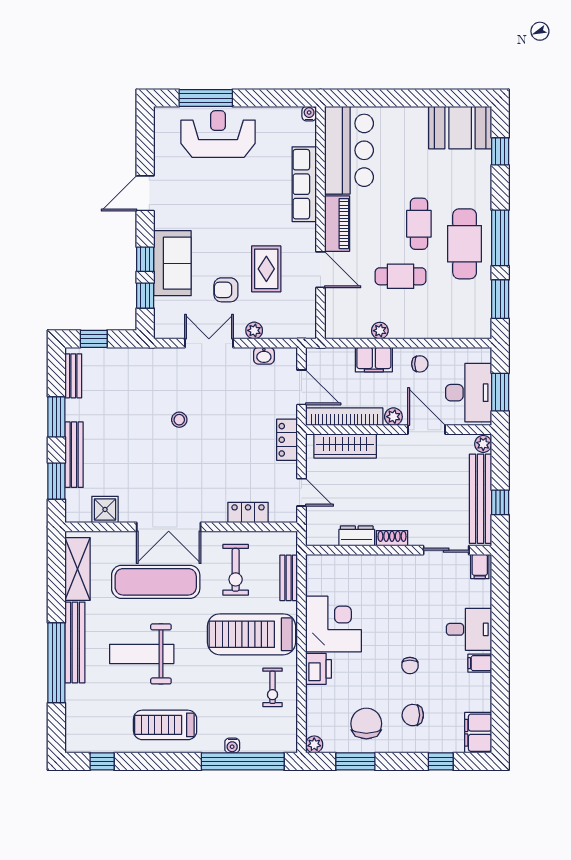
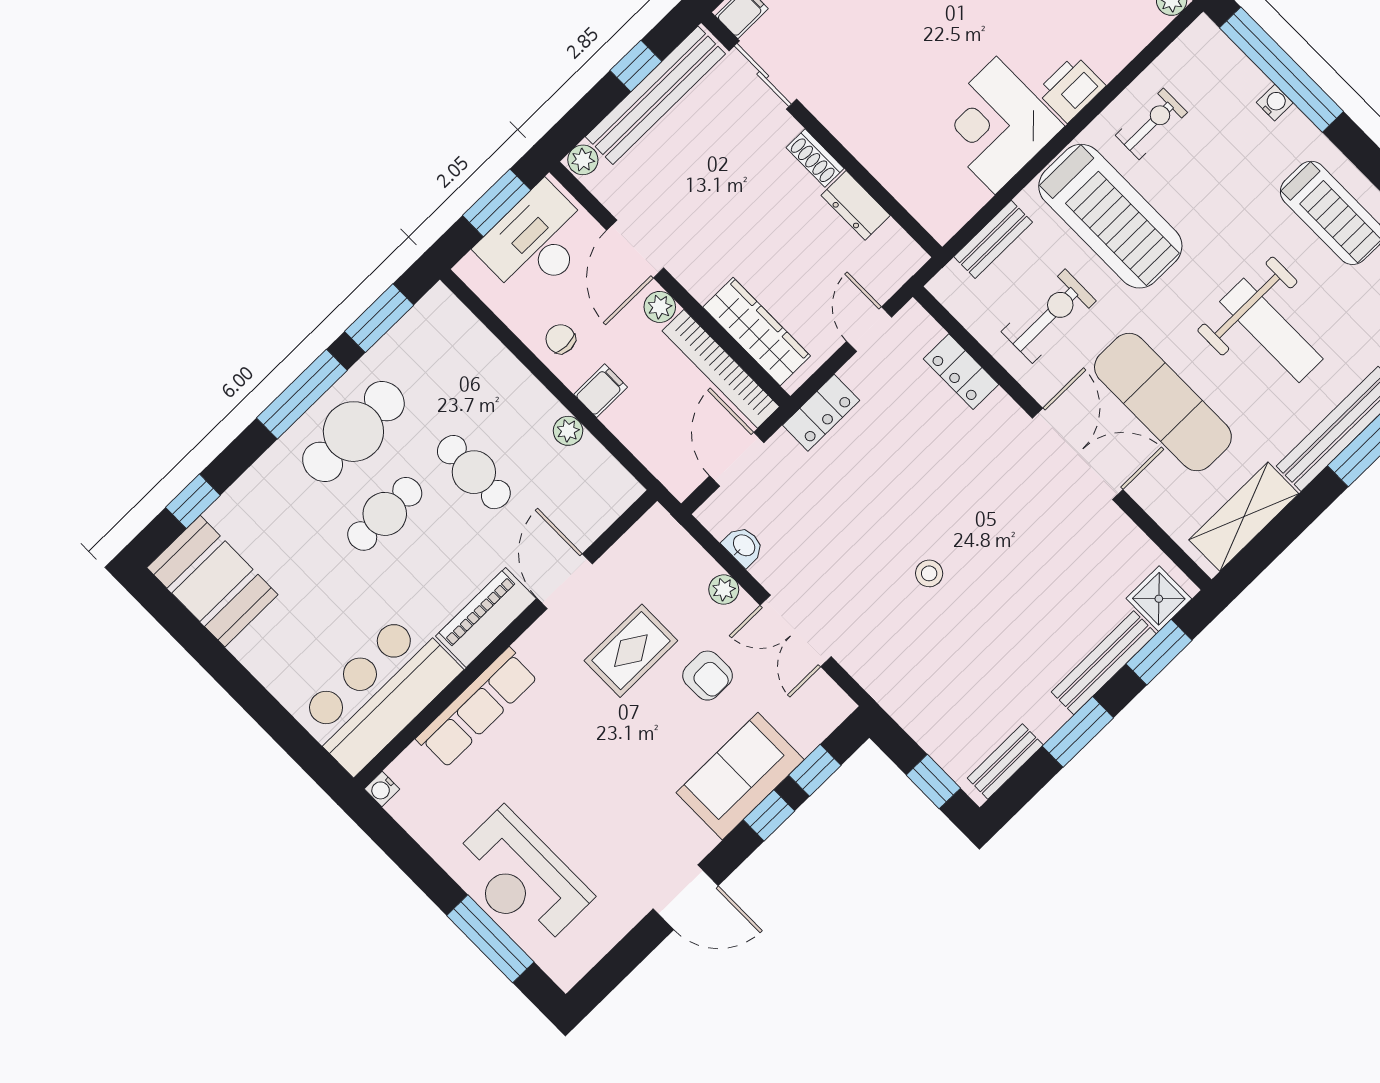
filing cabinet: (374, 360) -> (601, 391), width x0.50
shower: (105, 509) -> (1159, 599), moved

